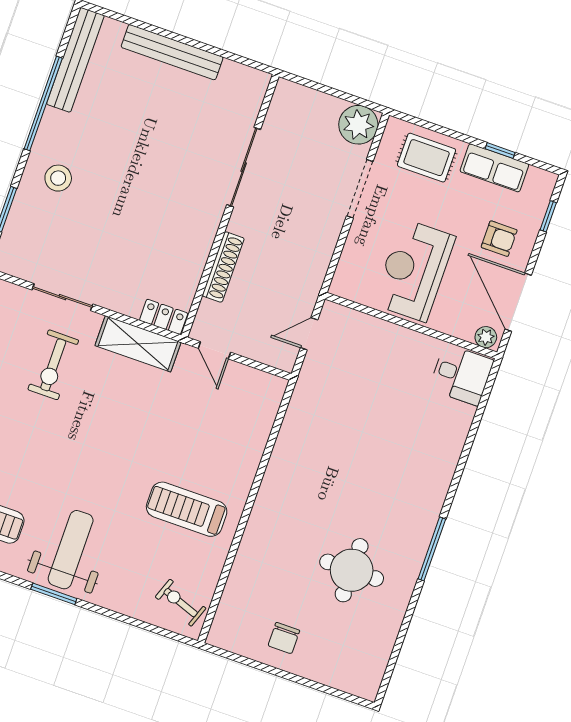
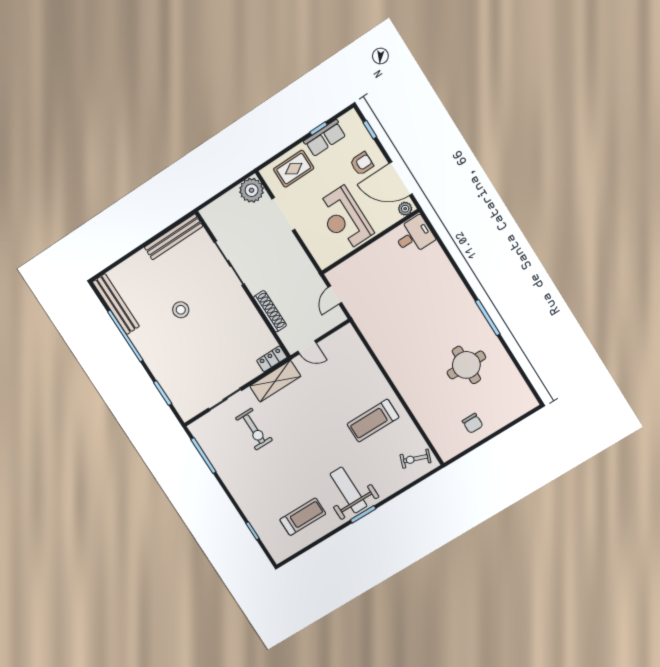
bench: (172, 52) -> (174, 237), moved
stool: (58, 178) -> (181, 310), moved

